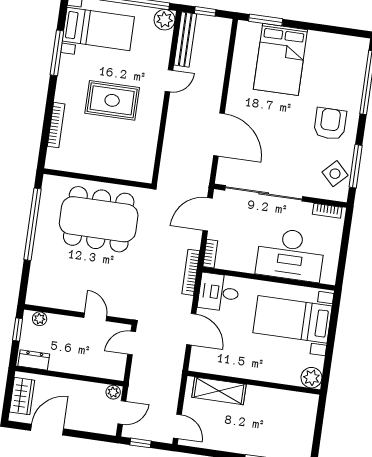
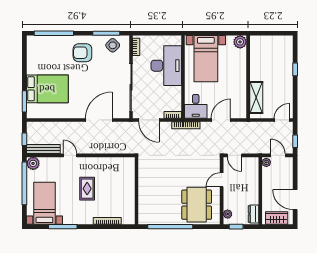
rug: (112, 100) -> (87, 189), width x0.73, depth x0.70
dining table: (99, 219) -> (197, 205), moved, width x0.73, depth x0.80

